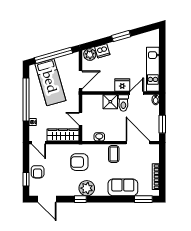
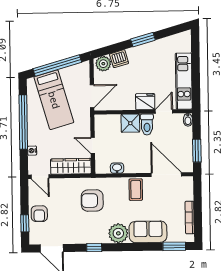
plant: (87, 188) -> (118, 233), moved

